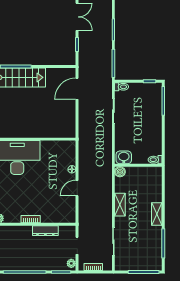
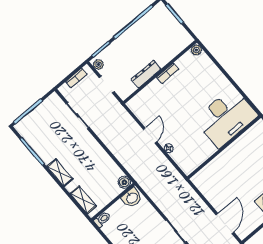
shelving: (120, 205) -> (83, 200), moved

